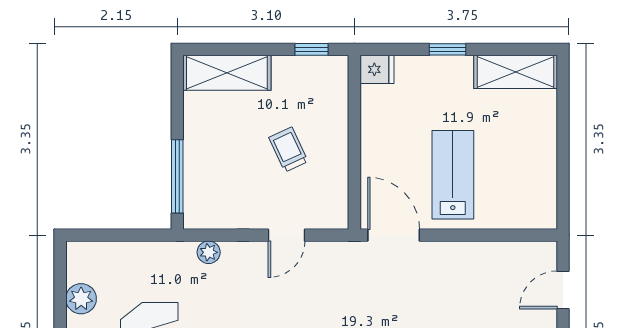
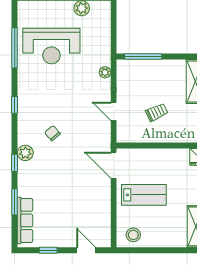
stool: (532, 196) -> (133, 235), added
door: (394, 235) -> (114, 165), swing flipped

